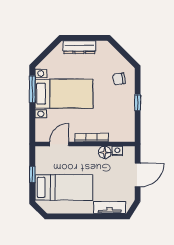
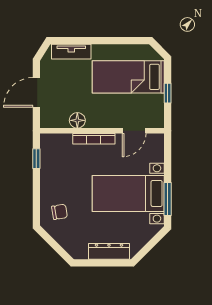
window: (138, 103) -> (36, 159), moved
nightstand: (117, 151) -> (62, 122), removed

